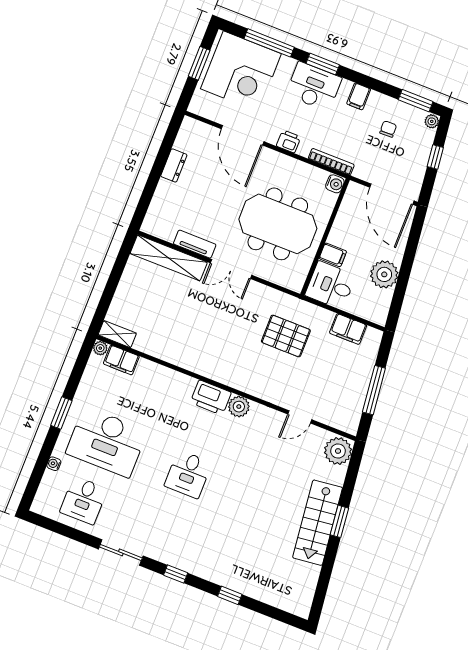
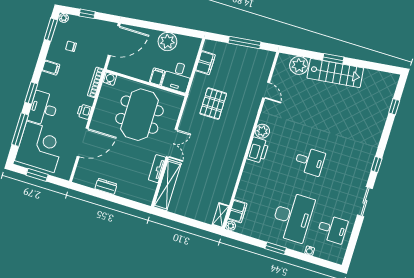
desk: (314, 86) -> (43, 109), moved
plant: (338, 451) -> (299, 65), moved
window: (230, 595) -> (394, 107), moved

